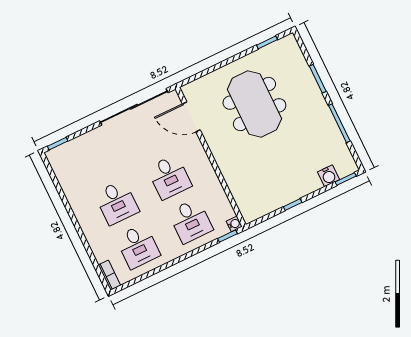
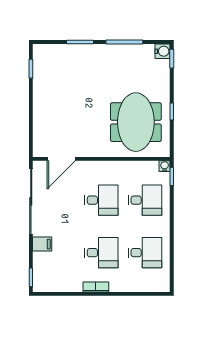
meeting table: (254, 104) -> (136, 122), moved, turned 90
filing cabinet: (97, 139) -> (42, 244), added
water cooler: (328, 176) -> (163, 51), moved
bookcase: (109, 275) -> (96, 287), moved

